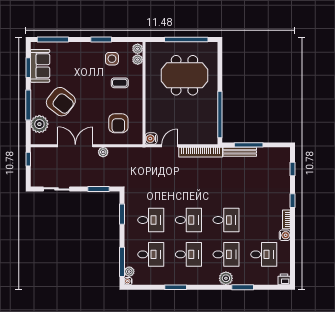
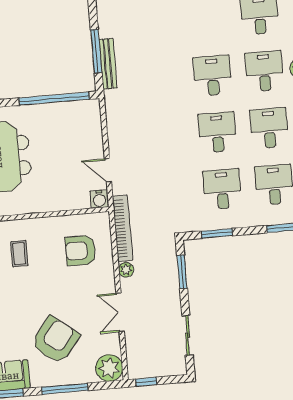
armchair: (118, 123) -> (81, 251), turned 180
plant: (39, 124) -> (109, 368), moved
double door: (75, 146) -> (120, 312), width x0.73
bookcase: (201, 152) -> (122, 228), moved

